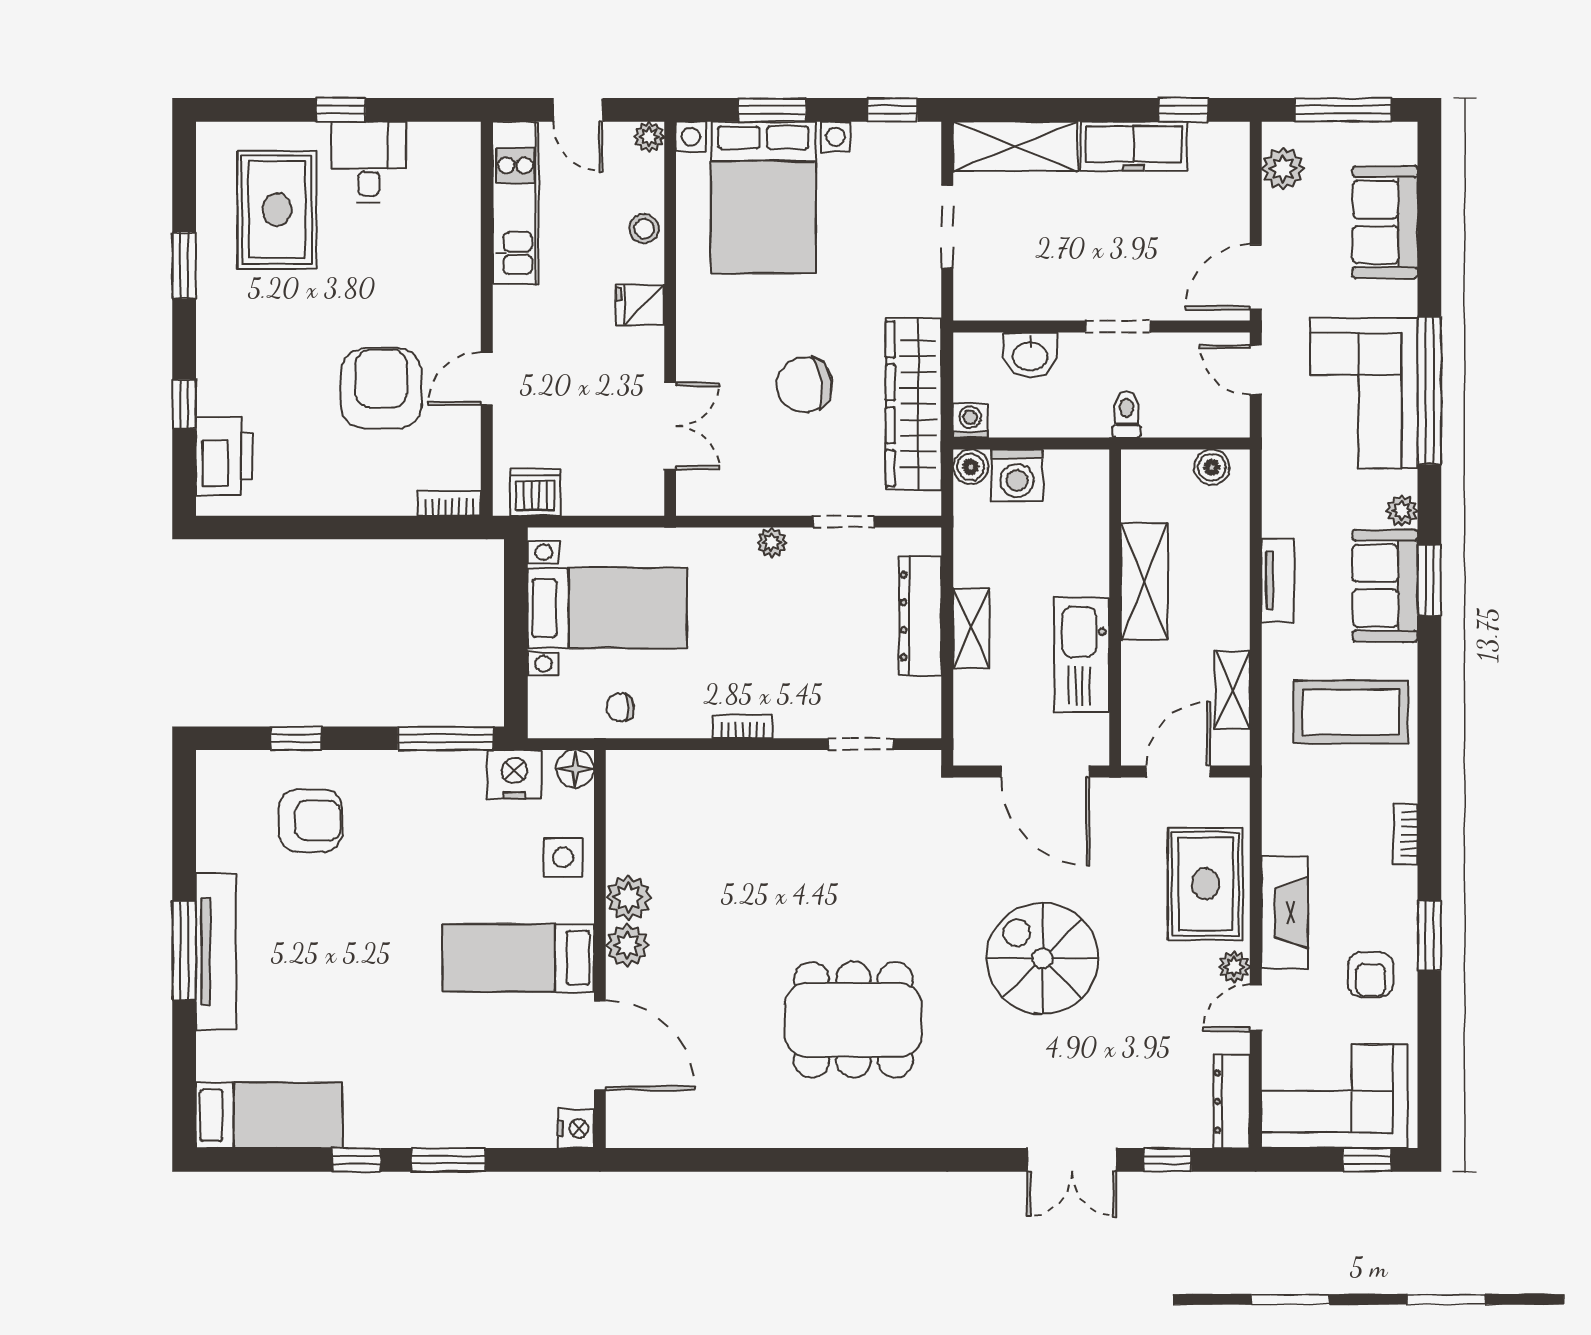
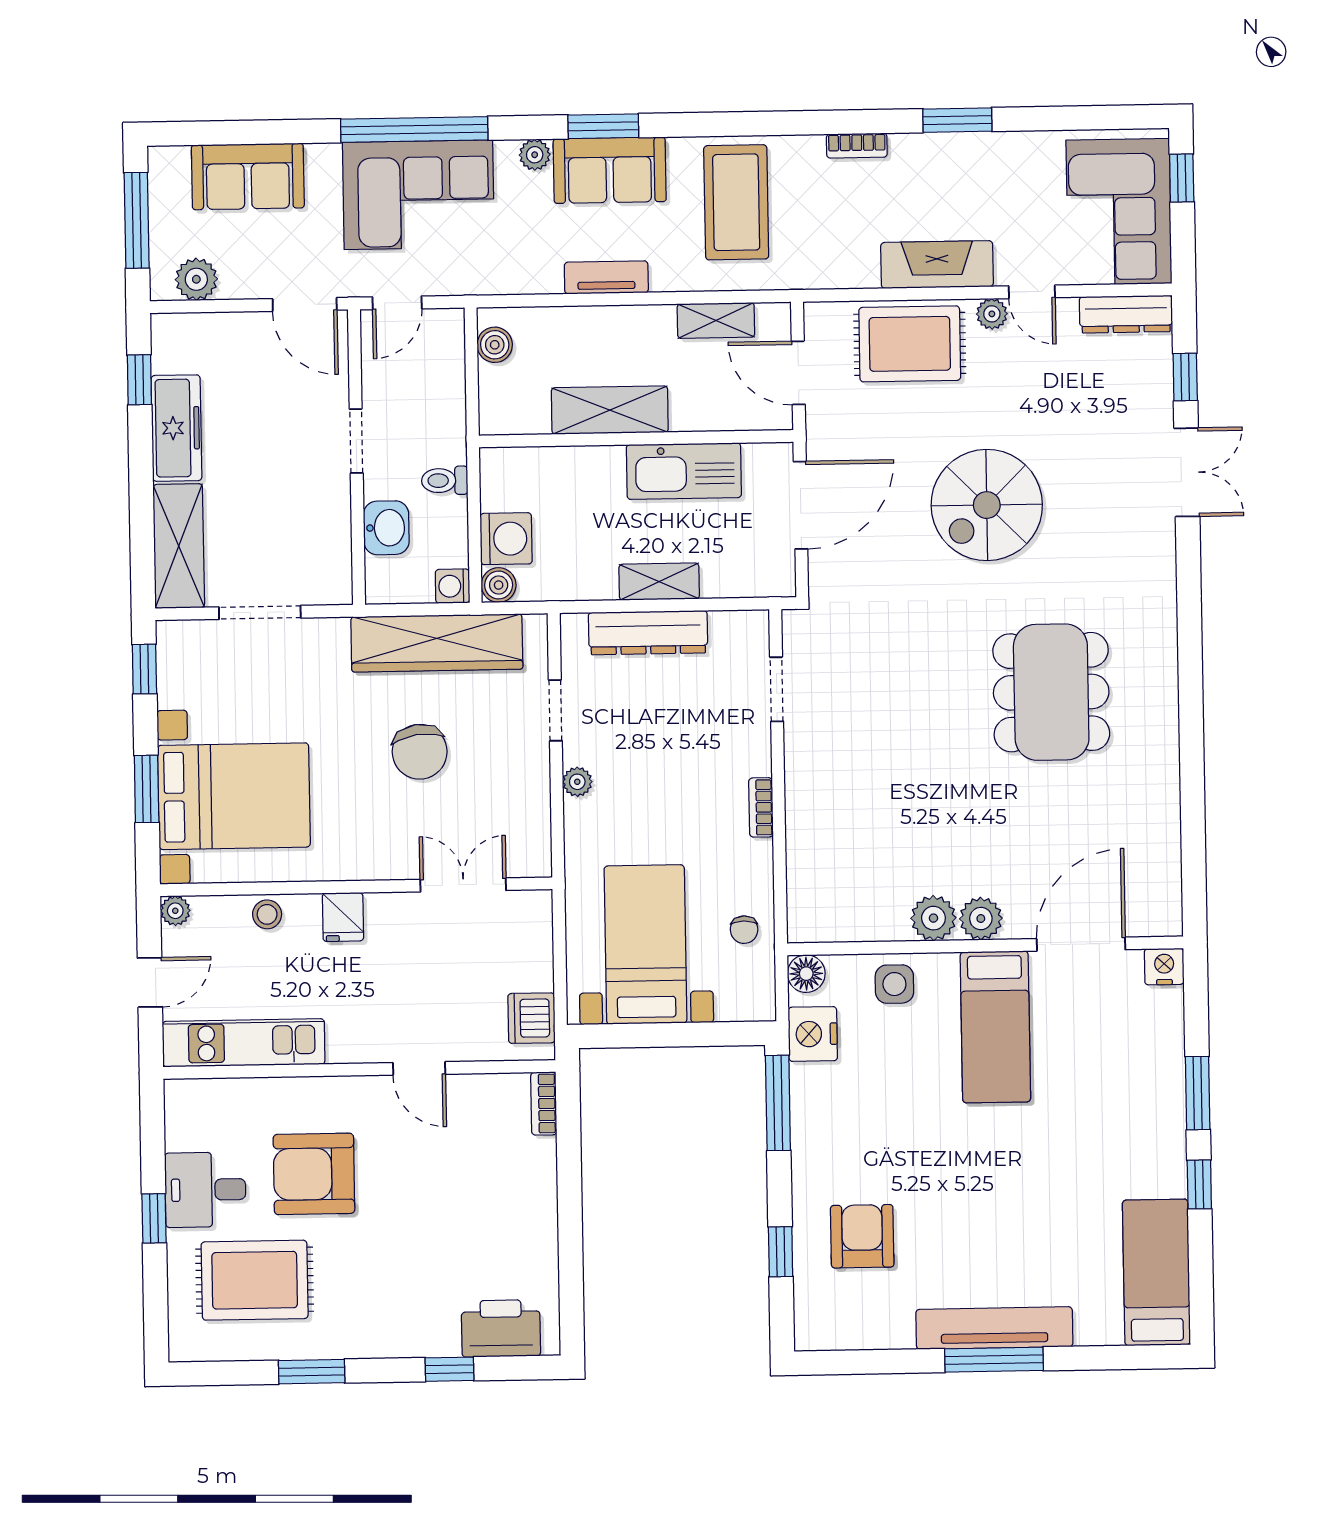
armchair: (381, 388) -> (314, 1174), moved
toilet: (1126, 415) -> (445, 480), moved
armchair: (1371, 975) -> (997, 178), removed

